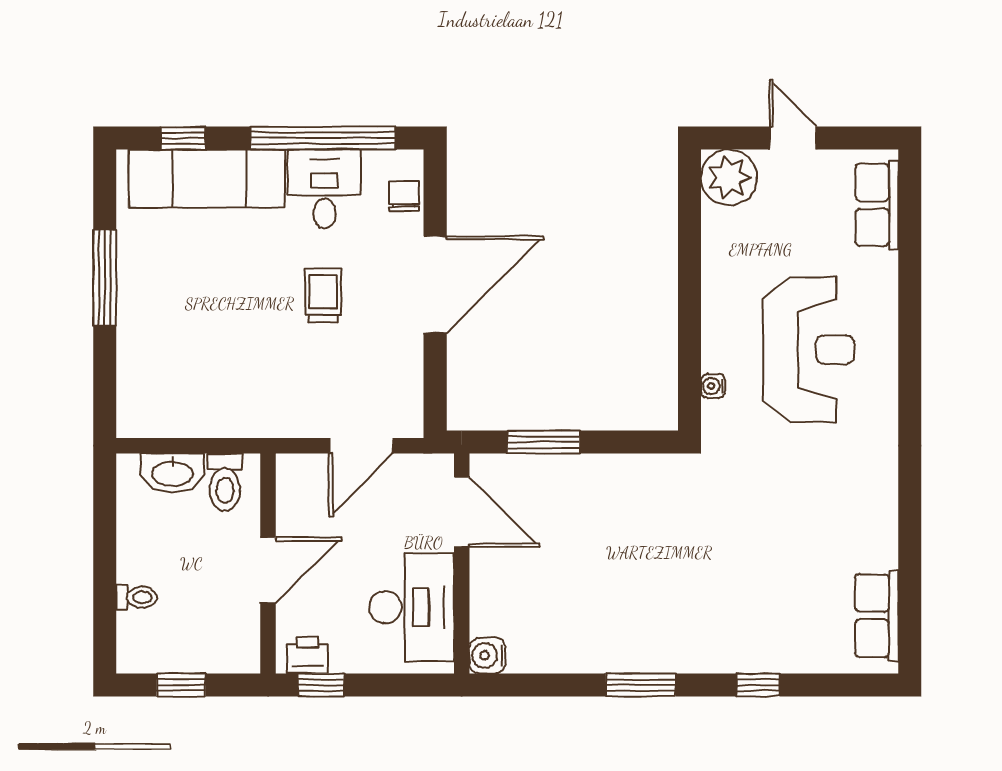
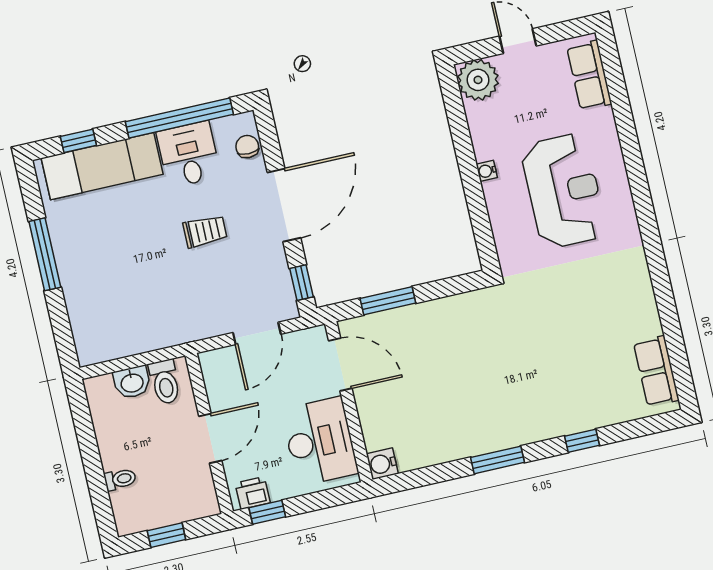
trolley: (323, 295) -> (205, 231), turned 90
water cooler: (713, 386) -> (487, 171), moved
window: (435, 392) -> (302, 283), added
washbasin: (172, 473) -> (132, 382), width x0.72

